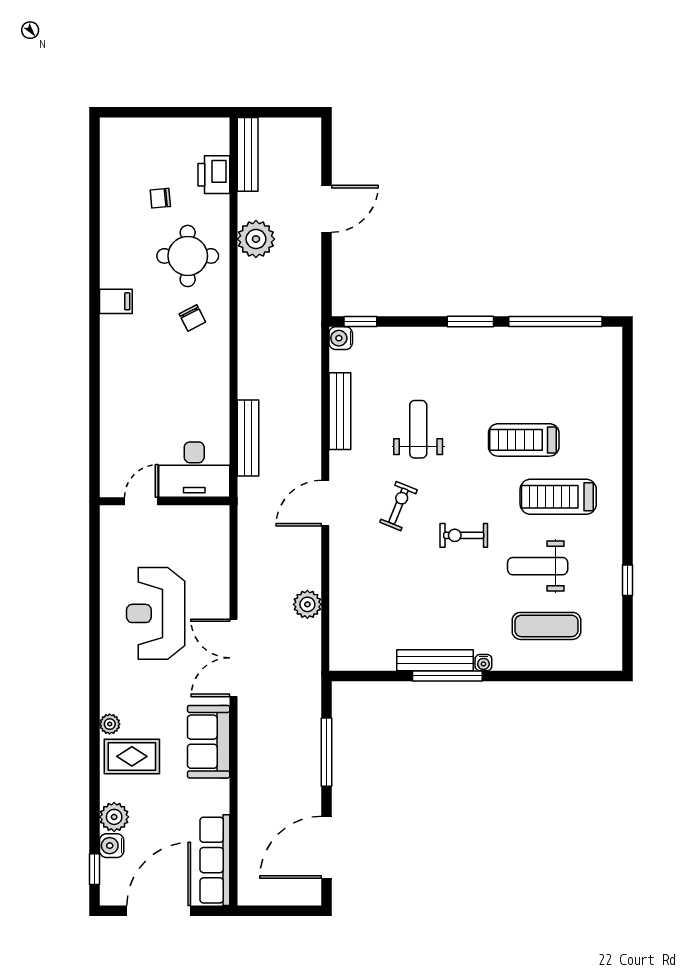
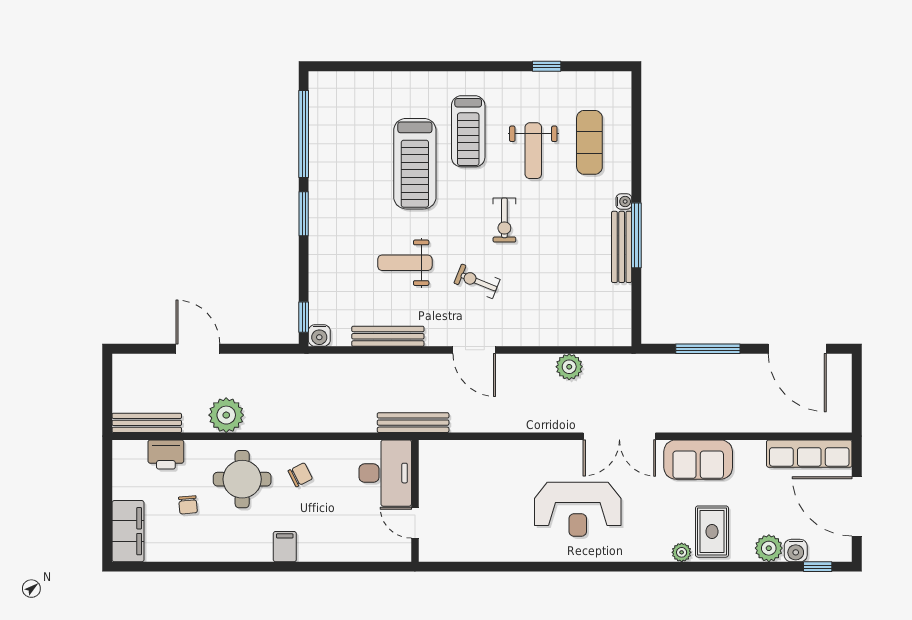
filing cabinet: (132, 134) -> (128, 531), added
treadmill: (524, 440) -> (415, 164), width x1.37, depth x1.38
desk: (194, 470) -> (385, 473), moved
door: (141, 501) -> (415, 523), moved
wall: (165, 501) -> (415, 501), moved

